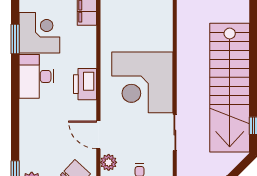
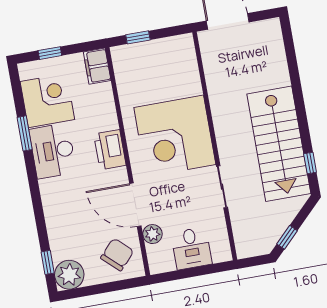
window: (15, 39) -> (25, 133), moved
stairs: (230, 88) -> (279, 144), width x0.73
door: (98, 135) -> (135, 205), width x1.36

